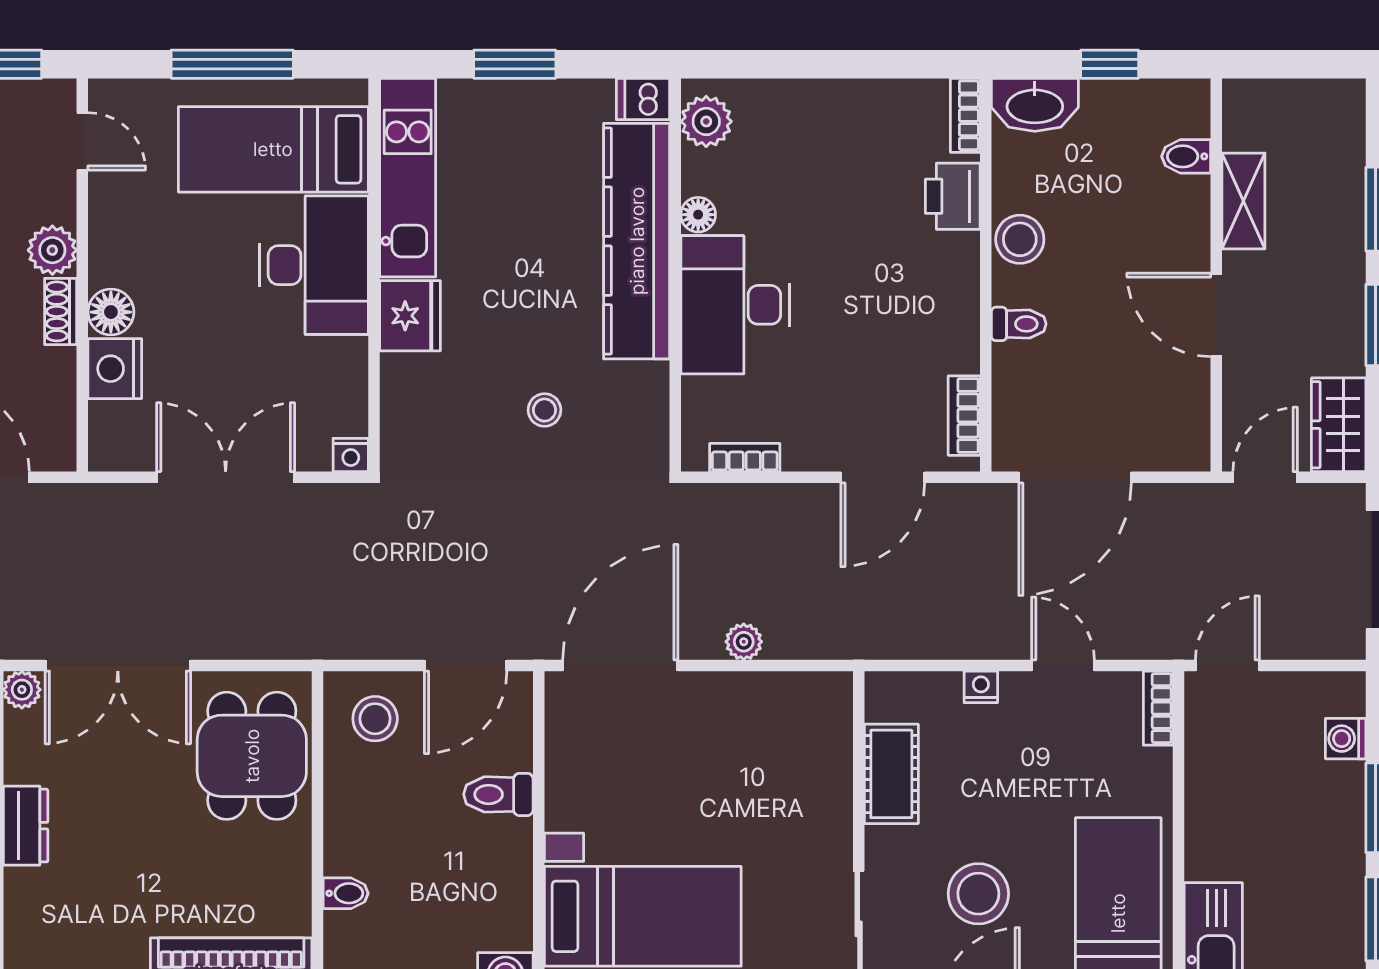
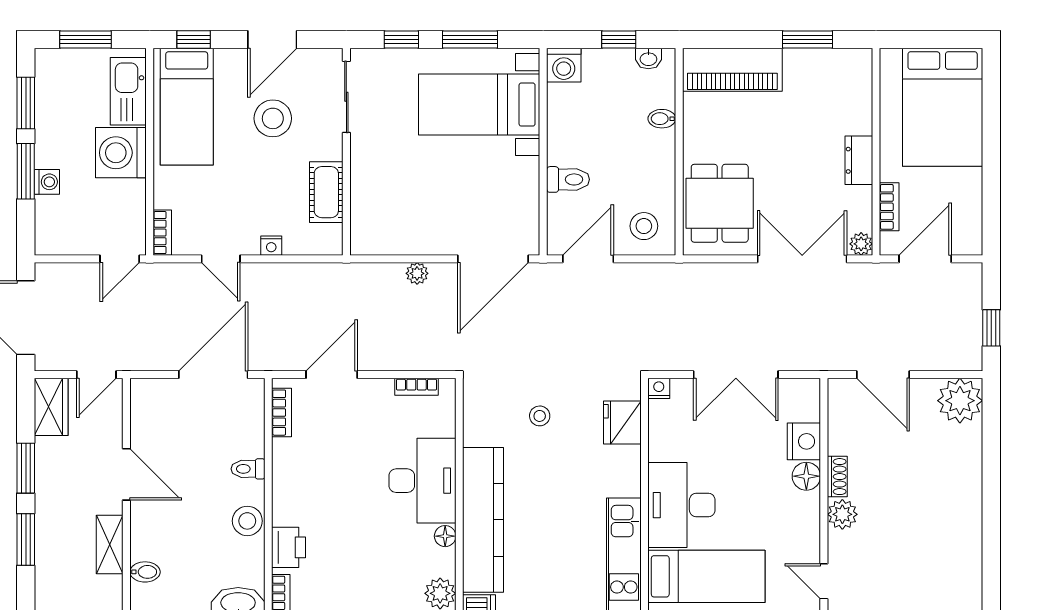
fridge: (410, 316) -> (622, 423), moved
washing machine: (1346, 739) -> (47, 182), moved
washing machine: (1225, 838) -> (121, 153), added

